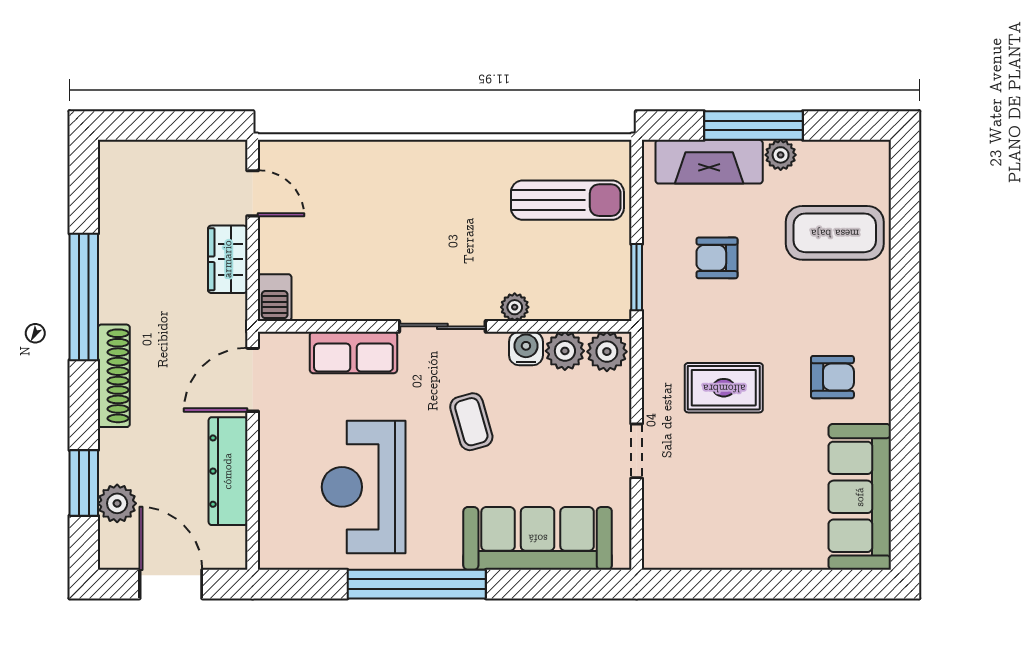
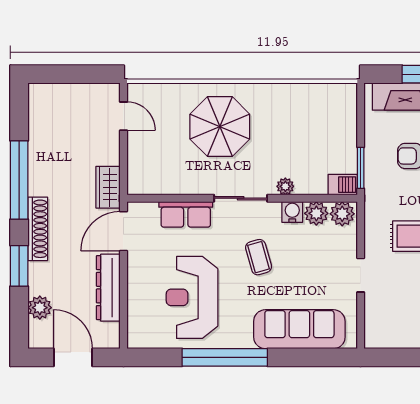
sun lounger: (567, 200) -> (318, 120), removed
parasol: (409, 210) -> (220, 127), added
wardrobe: (228, 259) -> (108, 187), moved
barbecue: (275, 298) -> (343, 185), moved, turned -90
window: (84, 483) -> (19, 266), moved

